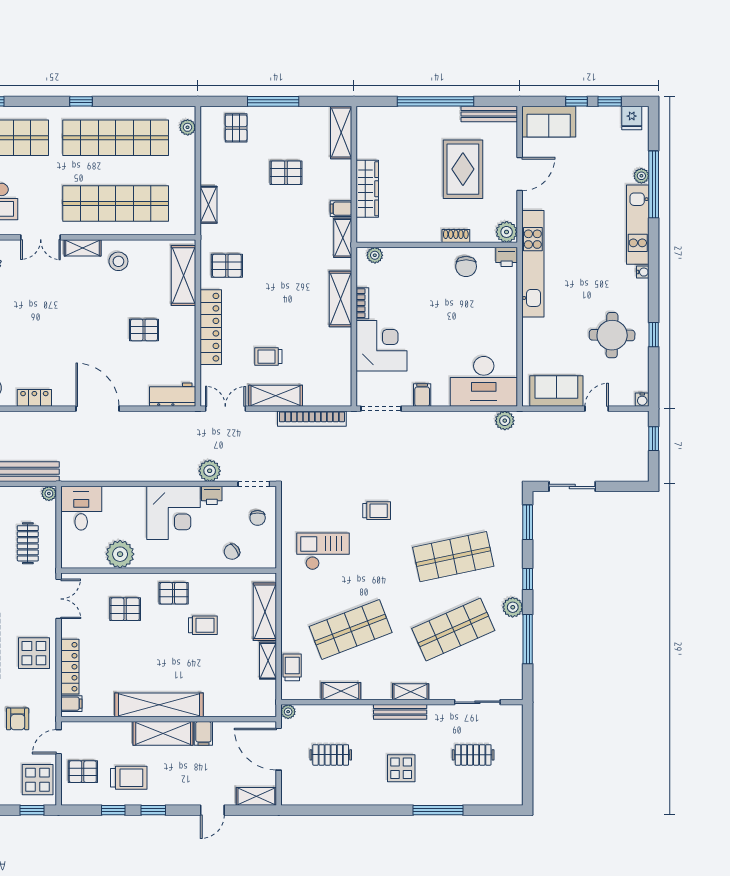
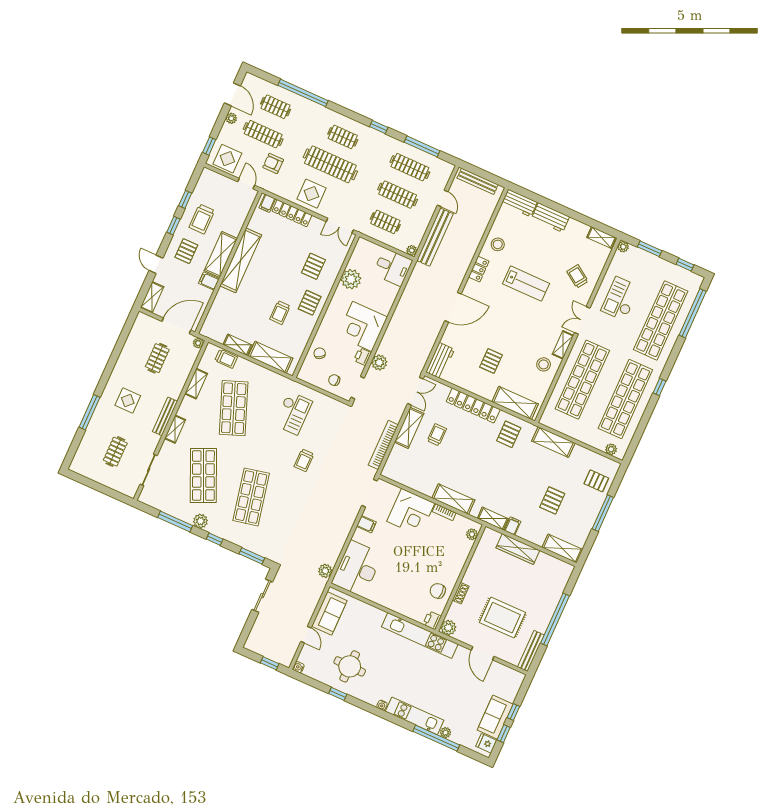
sofa: (549, 122) -> (495, 717), moved
shelving: (208, 205) -> (553, 442), width x1.50, depth x1.33
lab bench: (26, 330) -> (526, 284), added
pallet: (83, 772) -> (186, 251), moved

